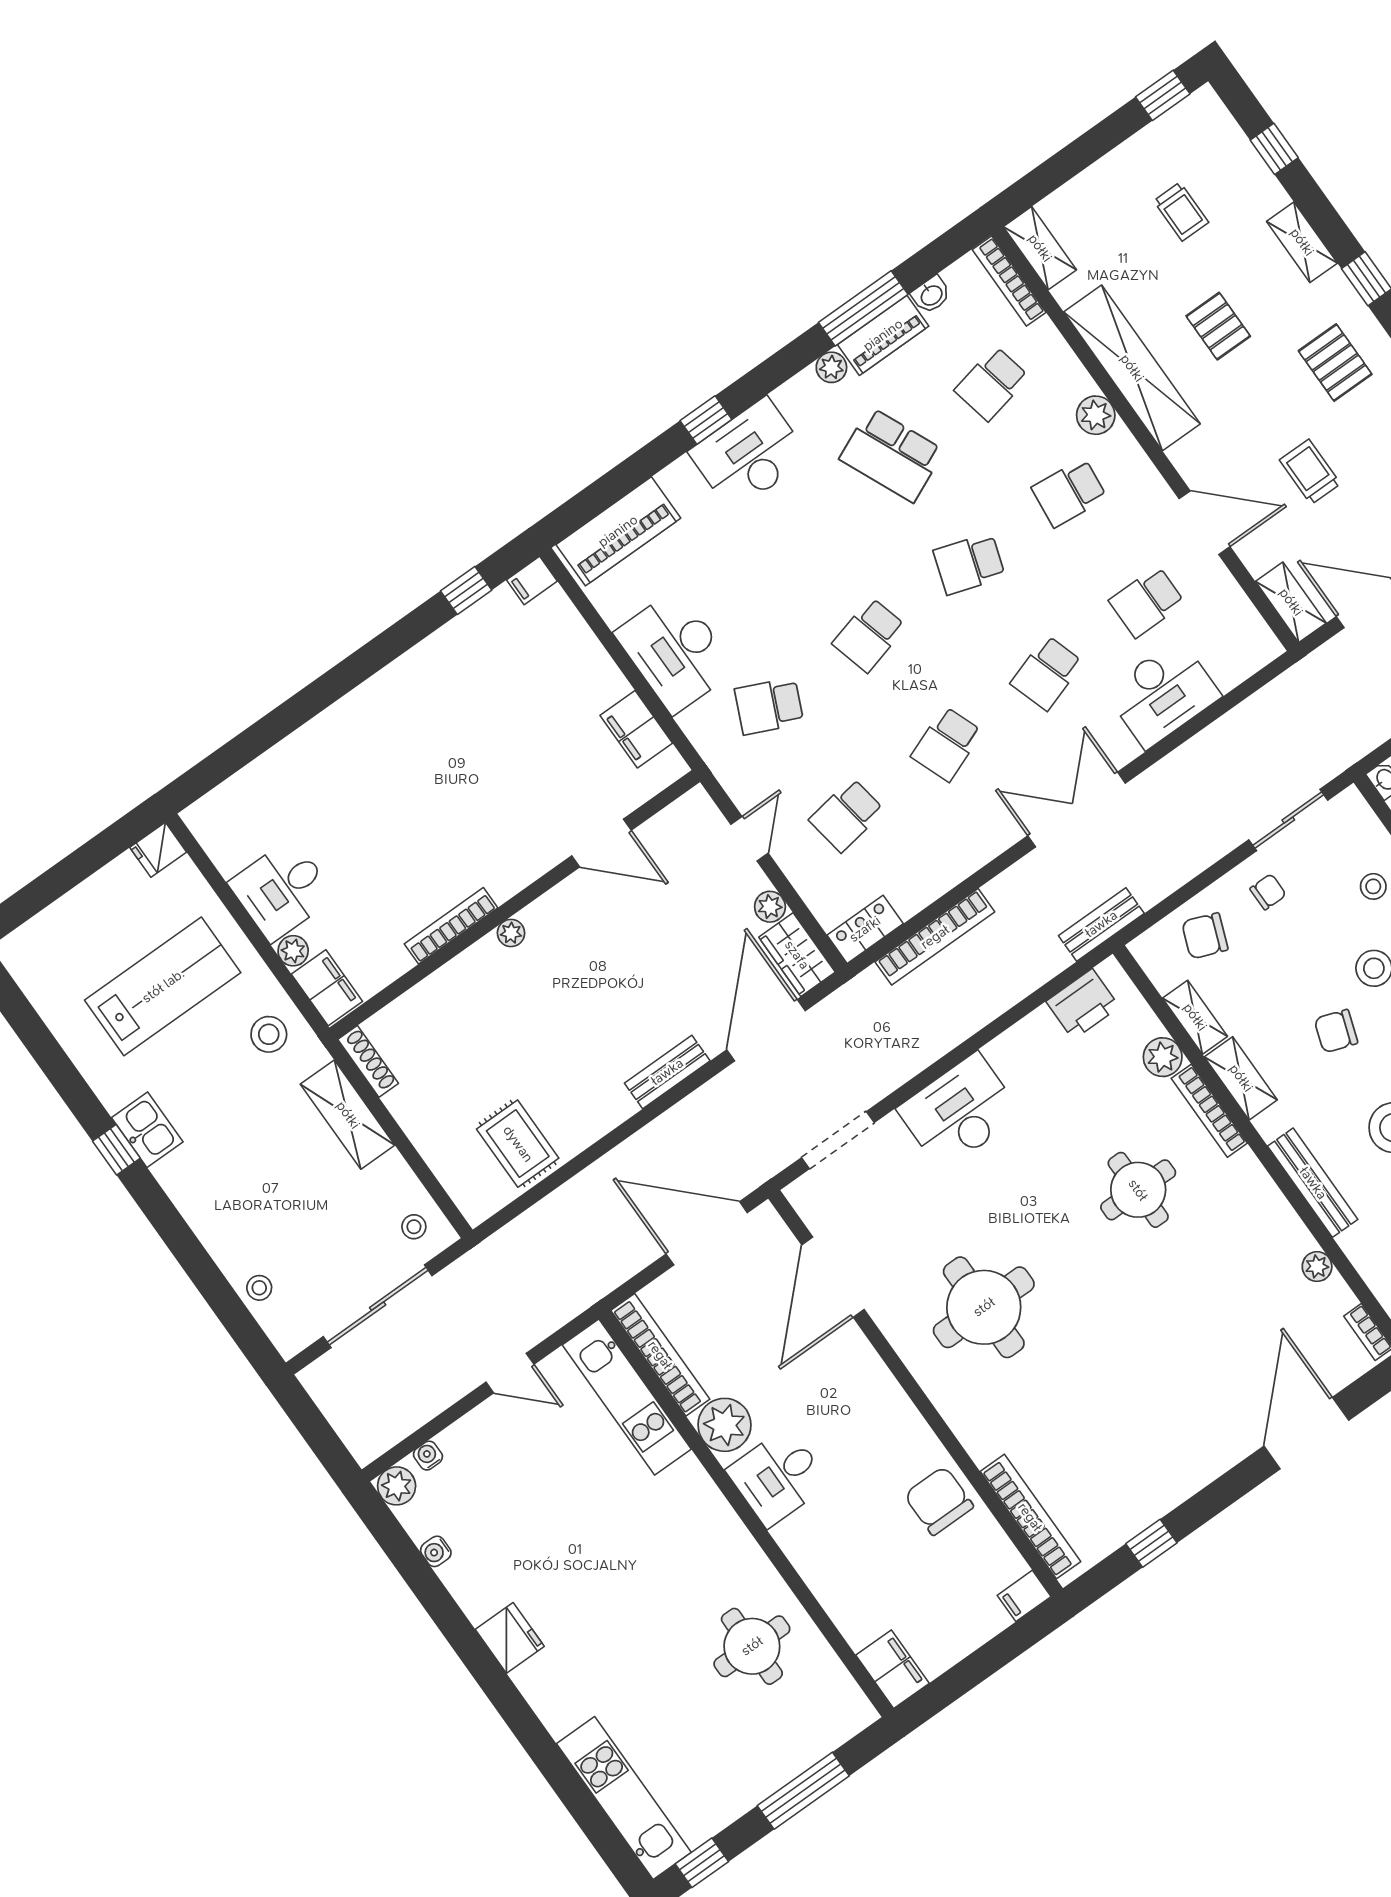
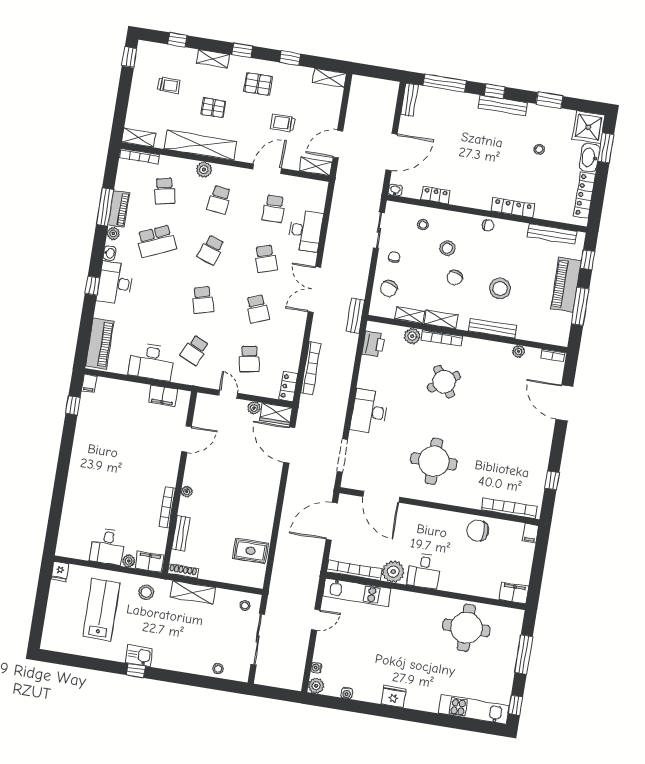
washbasin: (931, 295) -> (109, 253), moved
bench: (667, 1072) -> (181, 533), moved
round table: (1138, 1190) -> (444, 382), turned -35
round table: (752, 1646) -> (466, 628), width x1.36, depth x1.36

